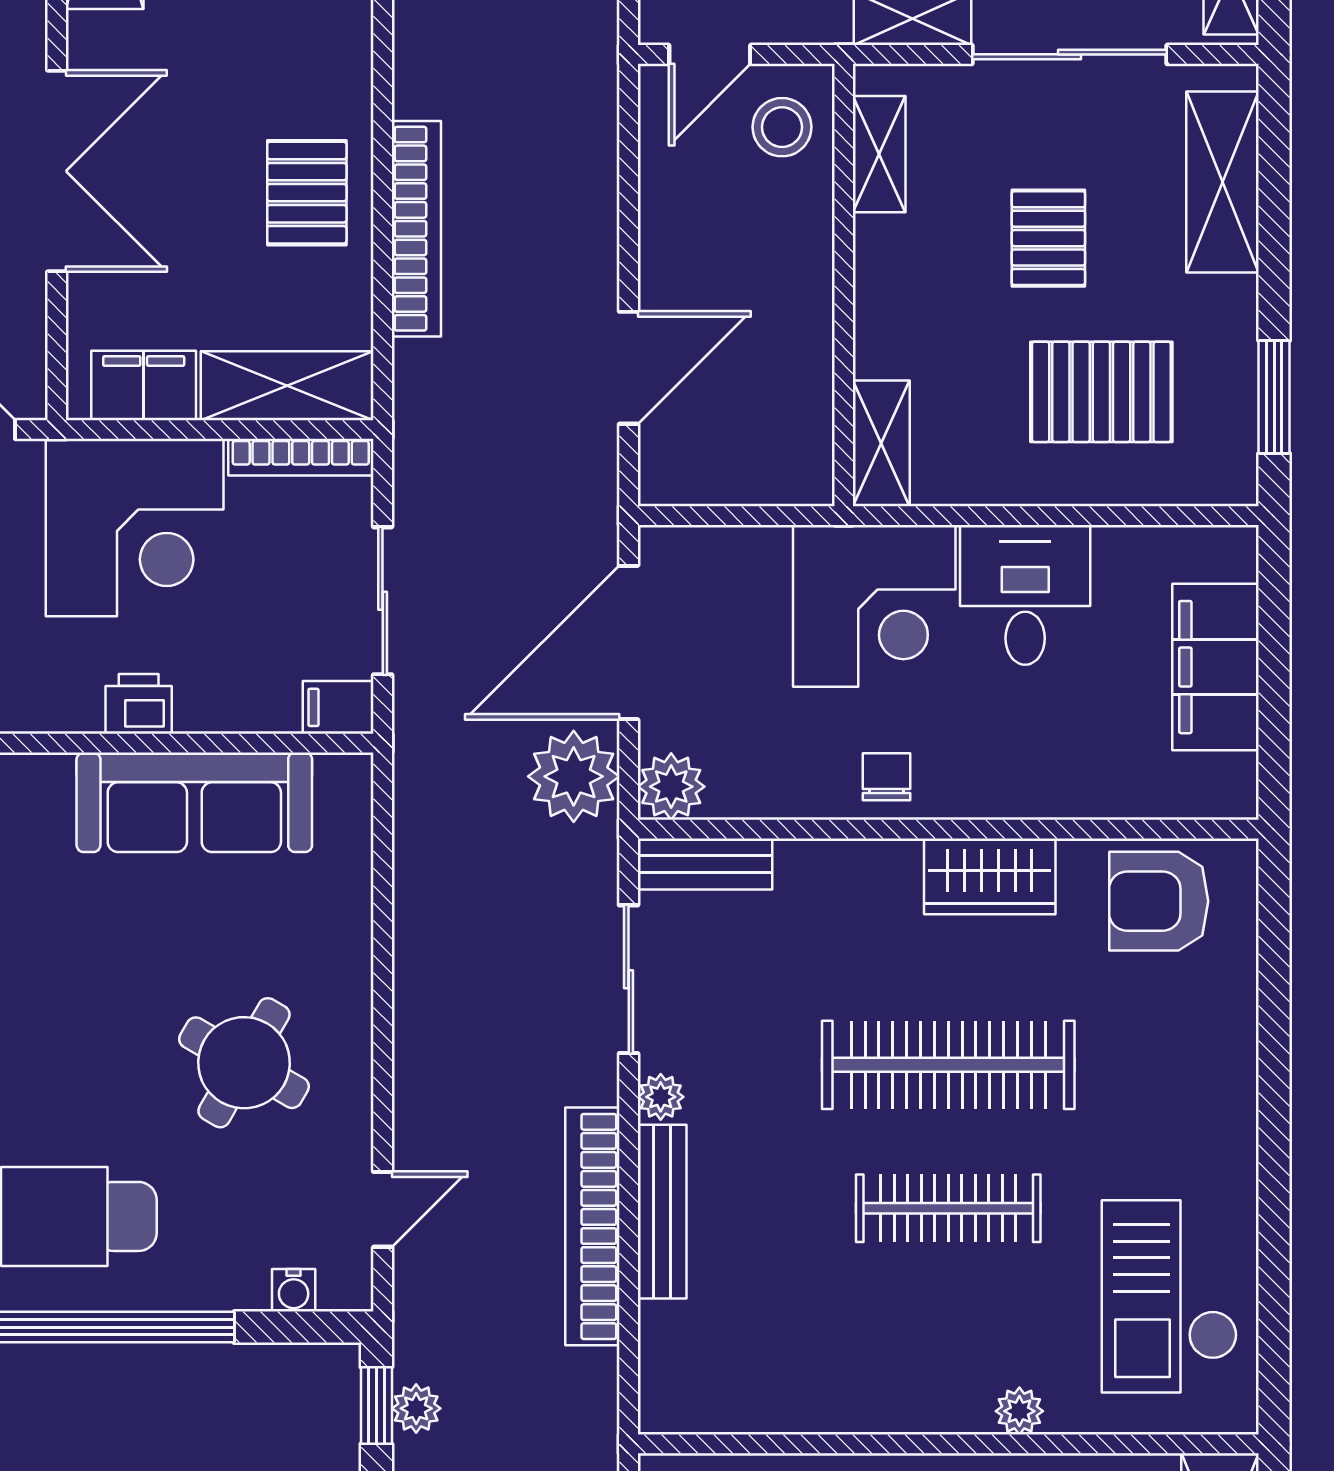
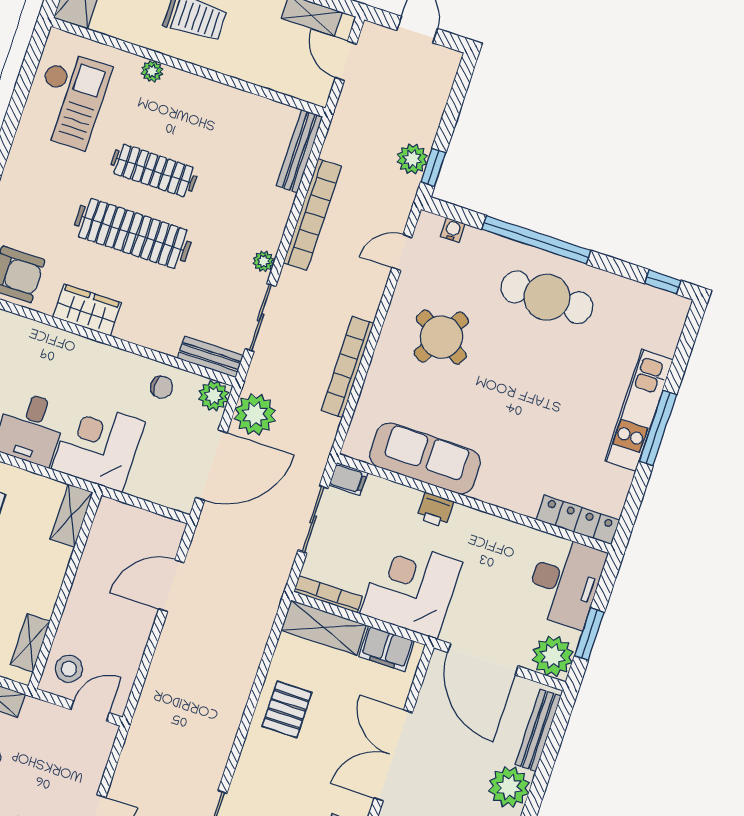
bookcase: (416, 229) -> (347, 367), moved
chair: (887, 777) -> (162, 387), moved, turned -90
bench: (662, 1212) -> (300, 151), moved
plant: (416, 1408) -> (412, 159), width x1.38, depth x1.38

